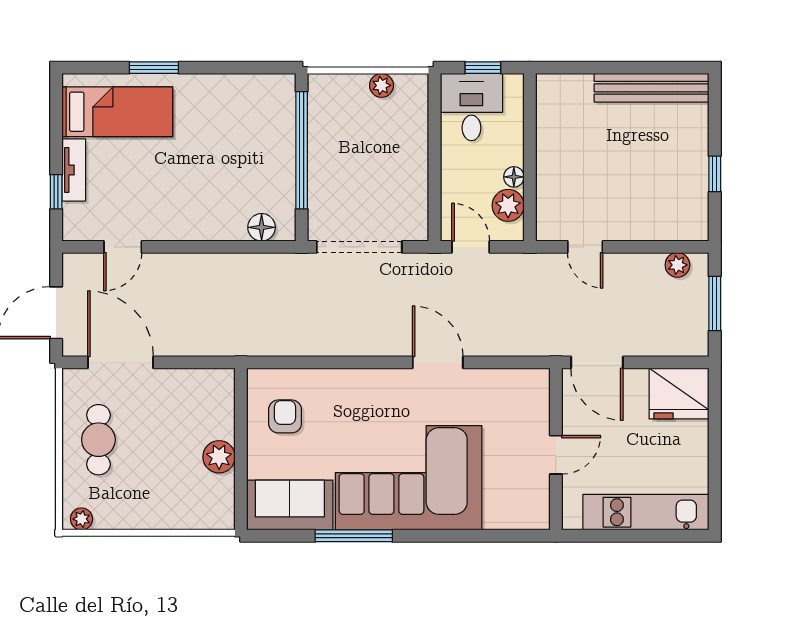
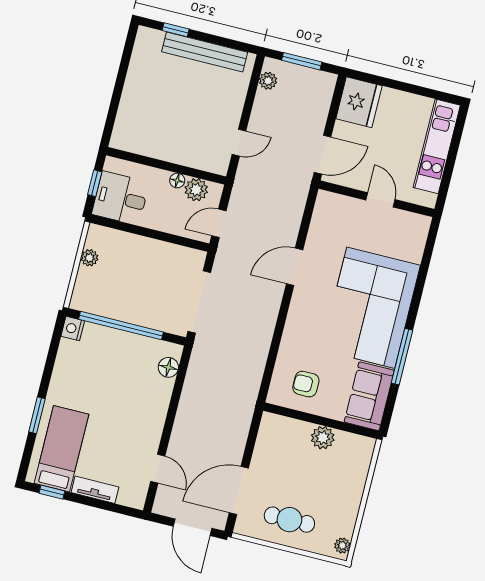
nightstand: (282, 87) -> (73, 328), added
bench: (652, 88) -> (205, 52), moved, turned 90
window: (715, 174) -> (176, 30), moved
window: (56, 192) -> (52, 492), moved

